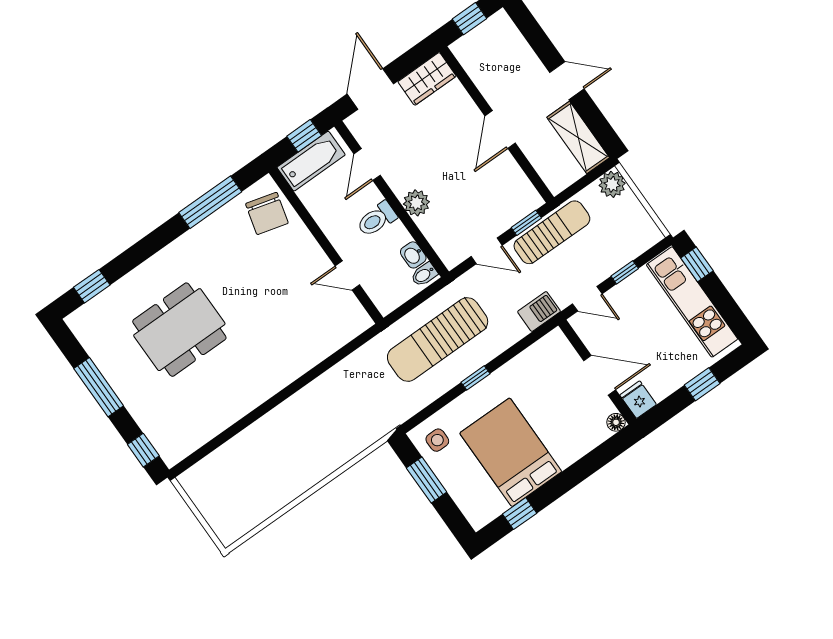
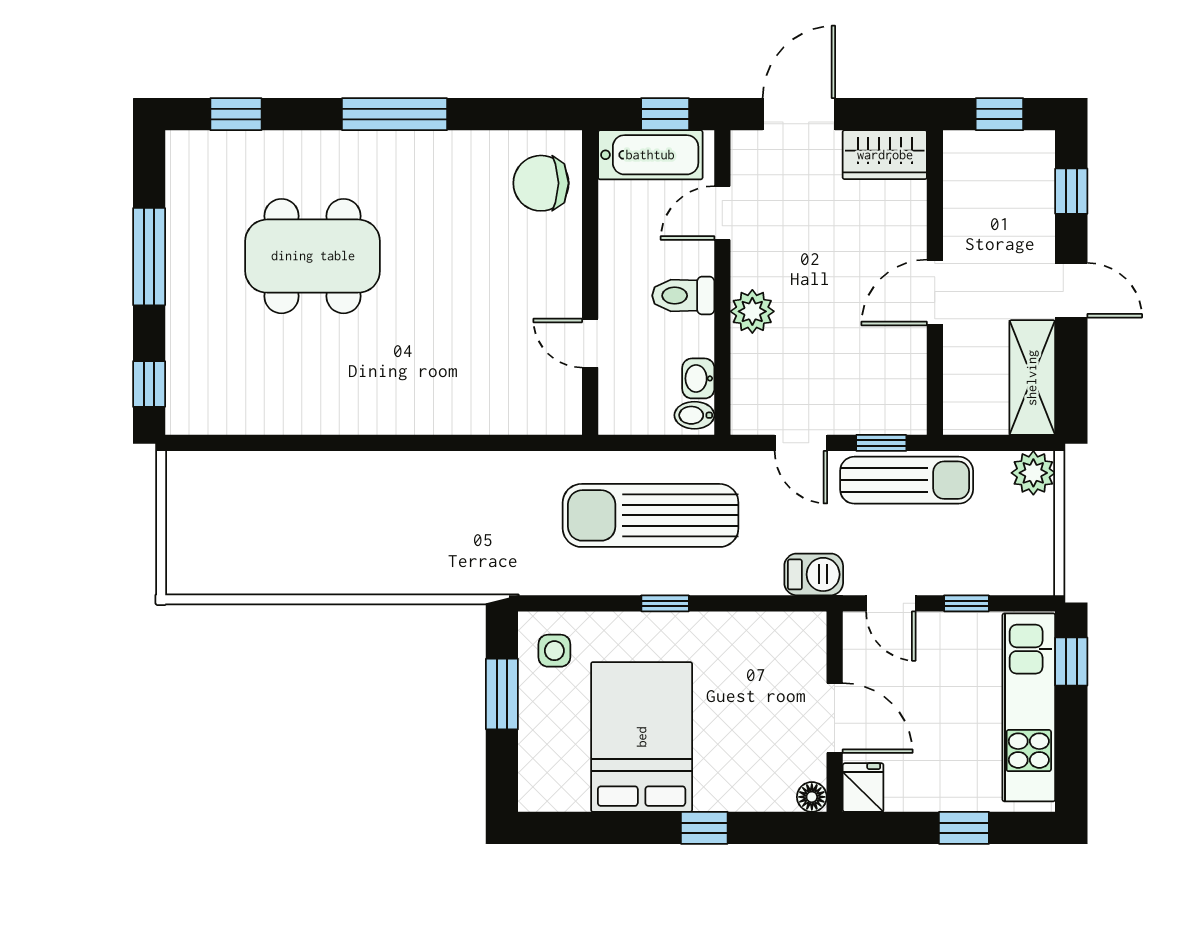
window: (532, 32) -> (1071, 191), added
window: (210, 202) -> (394, 114), moved
chair: (267, 213) -> (541, 183), turned 75
window: (520, 514) -> (704, 828), moved

